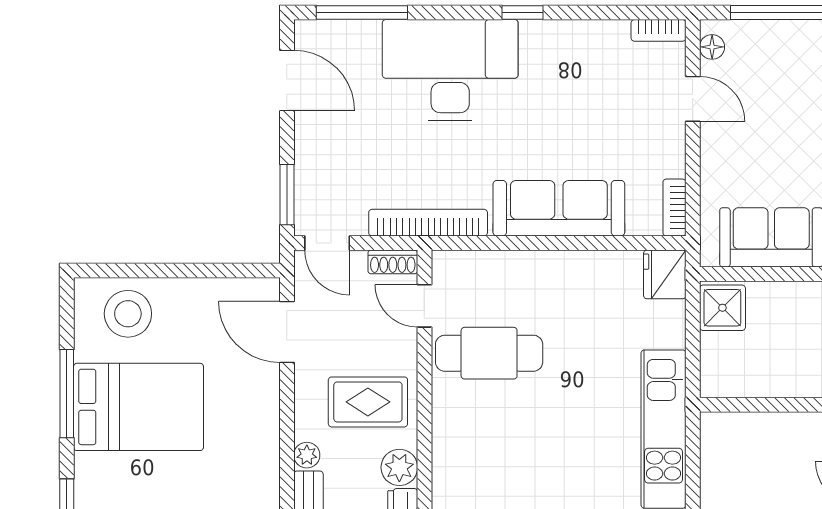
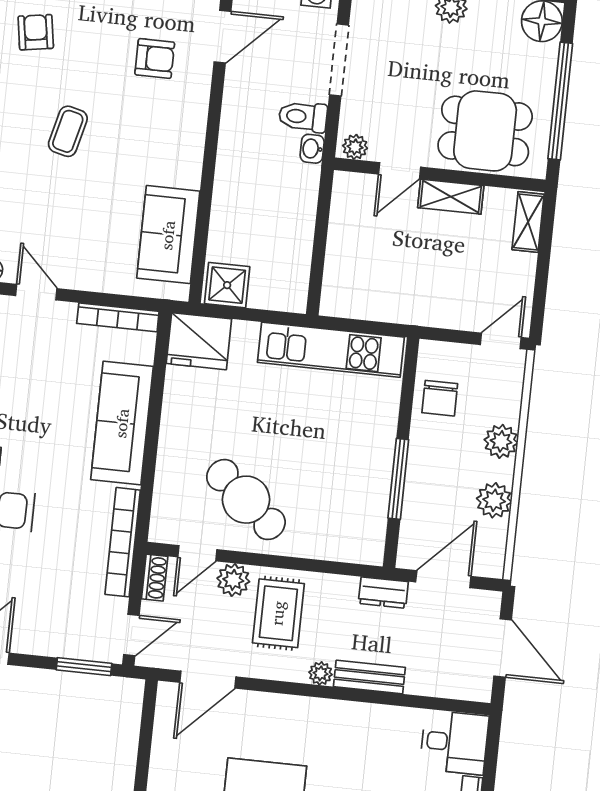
door: (693, 99) -> (36, 292), hinge flipped
bookcase: (674, 208) -> (118, 317), width x1.56
fridge: (665, 274) -> (199, 341), width x1.36, depth x1.34
cafe table: (489, 353) -> (246, 500), turned -50
plant: (399, 467) -> (233, 580), moved

